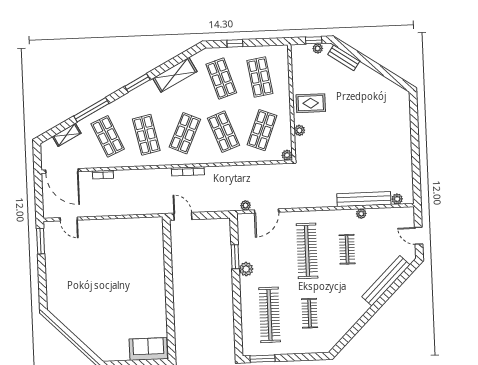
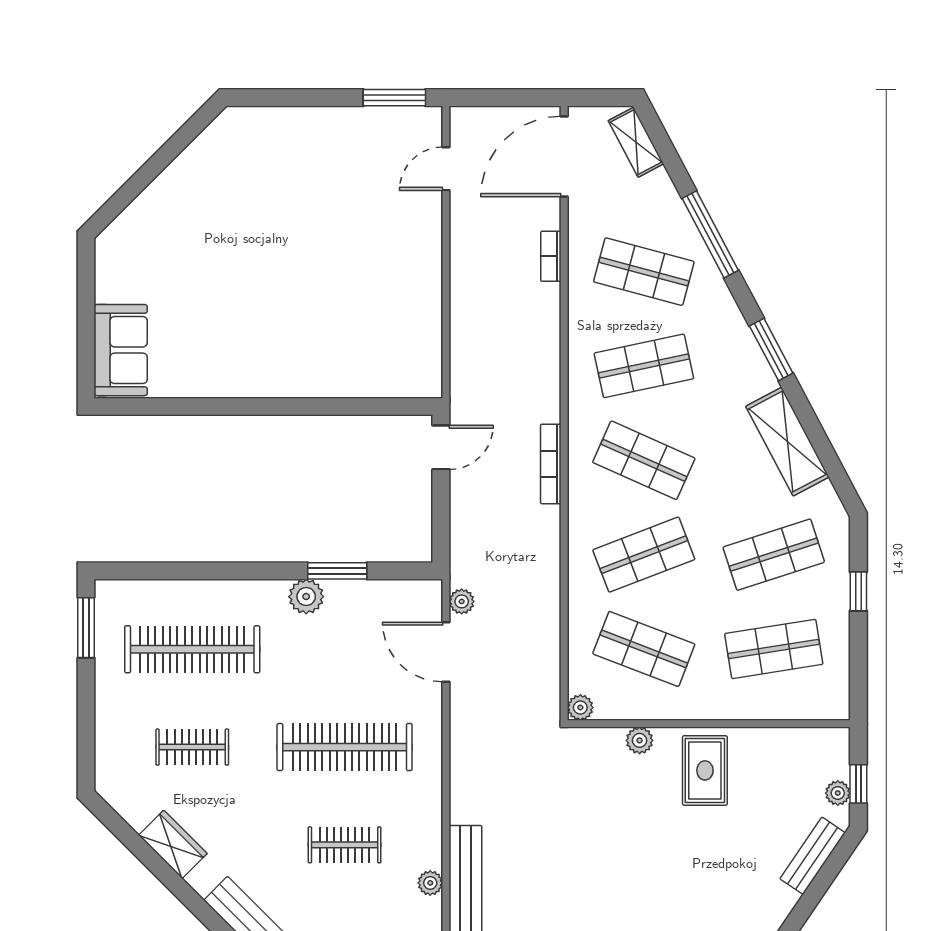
shelving: (67, 135) -> (636, 142), moved
shop shelf: (108, 136) -> (644, 272), turned 39
wardrobe: (350, 320) -> (173, 844), added

